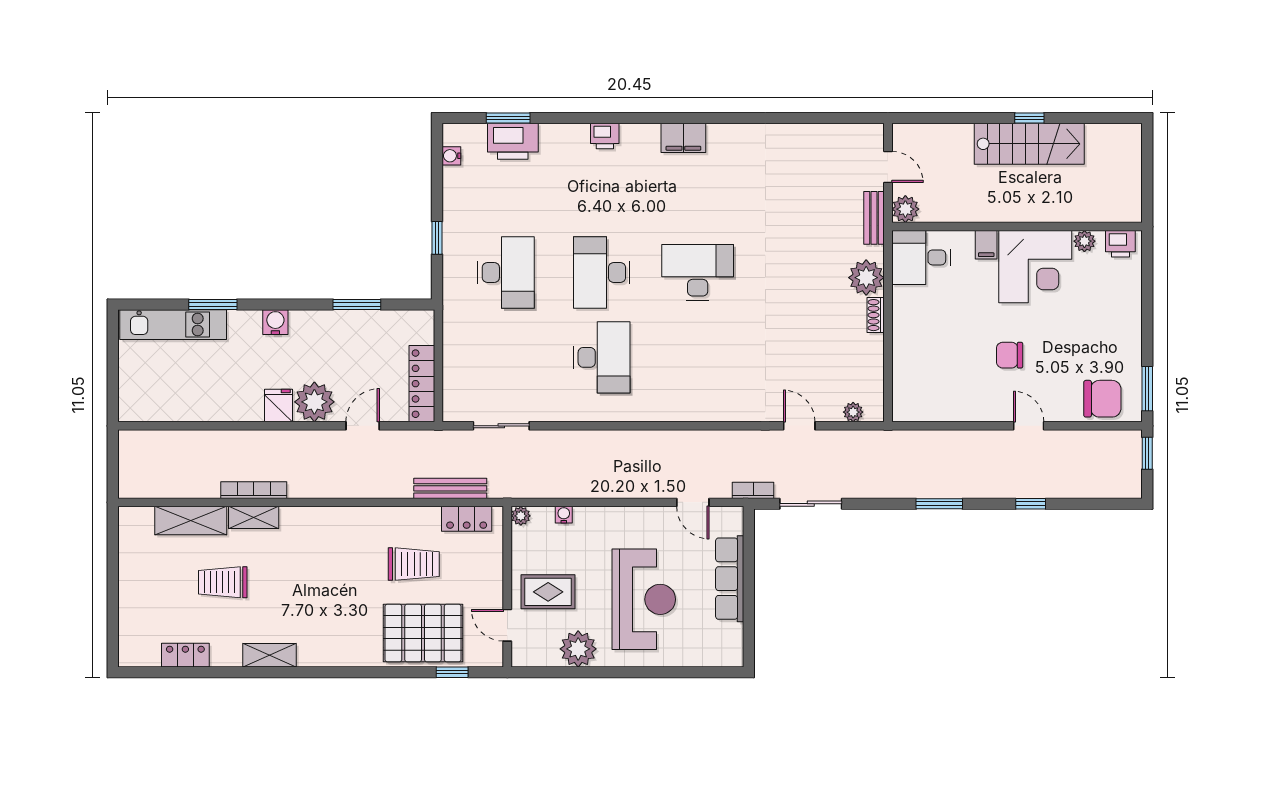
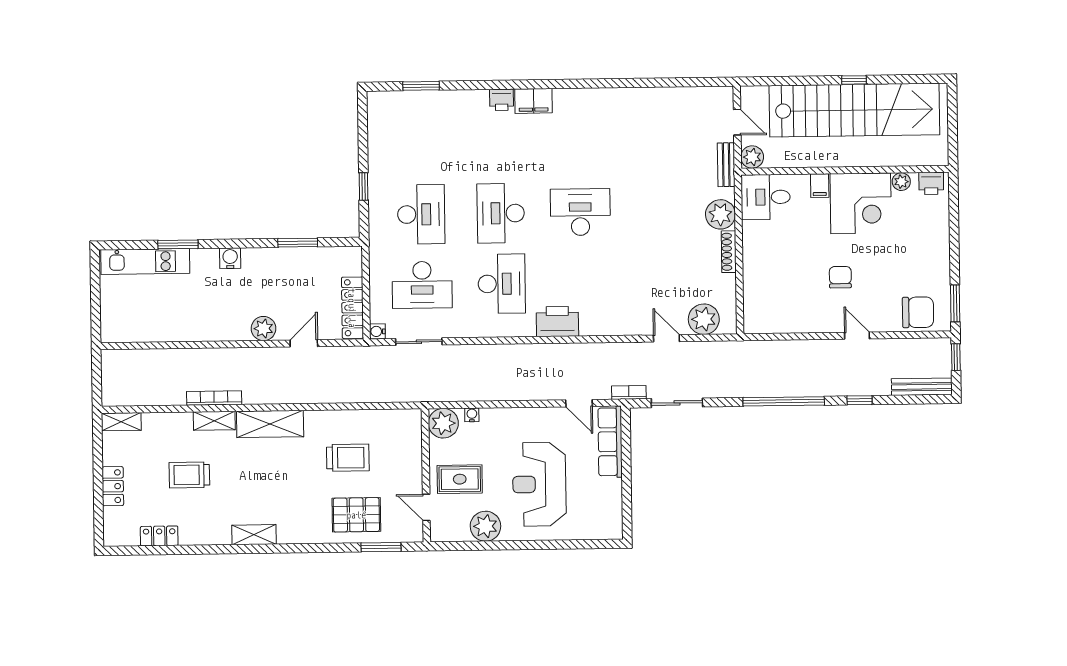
filing cabinet: (683, 138) -> (533, 101), moved
printer: (513, 141) -> (557, 322), moved, turned 180
stairs: (1029, 144) -> (854, 110), width x1.86, depth x1.51
water cooler: (451, 156) -> (377, 331), moved
shoe rack: (876, 315) -> (729, 252), width x1.43
chair: (1010, 355) -> (840, 277), turned 90
desk: (506, 357) -> (422, 285), added
plant: (314, 402) -> (264, 329), width x0.73, depth x0.73
fridge: (279, 405) -> (234, 327), removed
plant: (853, 412) -> (704, 319), width x1.88, depth x1.88
bench: (450, 488) -> (922, 387), moved
window: (939, 504) -> (784, 401), width x2.11
plant: (521, 516) -> (443, 423), width x1.88, depth x1.88
locker: (467, 519) -> (113, 486), moved, turned -90
shelving: (191, 521) -> (121, 422), moved, width x0.67, depth x0.75
shelving: (321, 522) -> (270, 424), added
row of seats: (730, 579) -> (610, 442), moved
reception desk: (644, 599) -> (539, 484), turned 180
pallet: (423, 633) -> (356, 515), width x0.73, depth x0.71
shelving: (269, 655) -> (254, 535), moved
window: (452, 672) -> (381, 547), width x1.50

